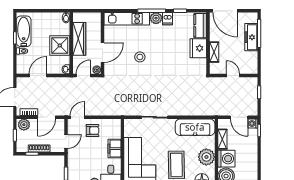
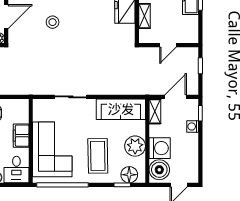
door: (233, 75) -> (168, 45), swing flipped
door: (239, 117) -> (176, 97), swing flipped
washing machine: (253, 124) -> (193, 126), moved
shelving: (222, 139) -> (155, 111), moved

